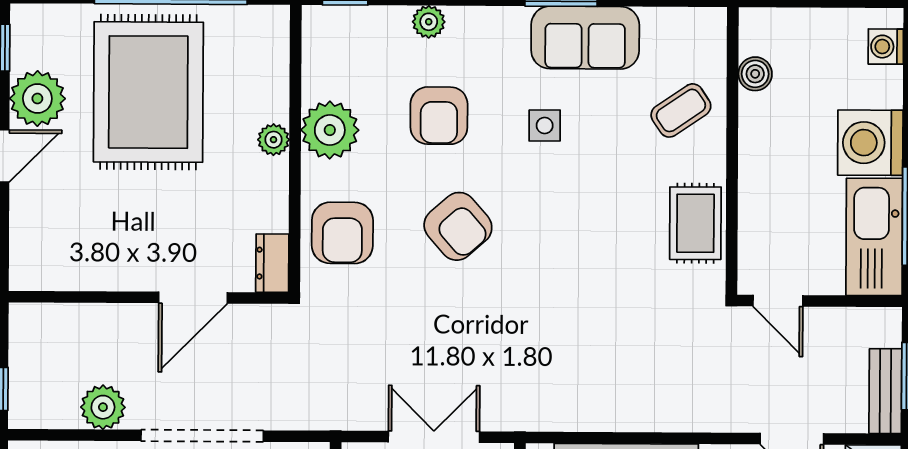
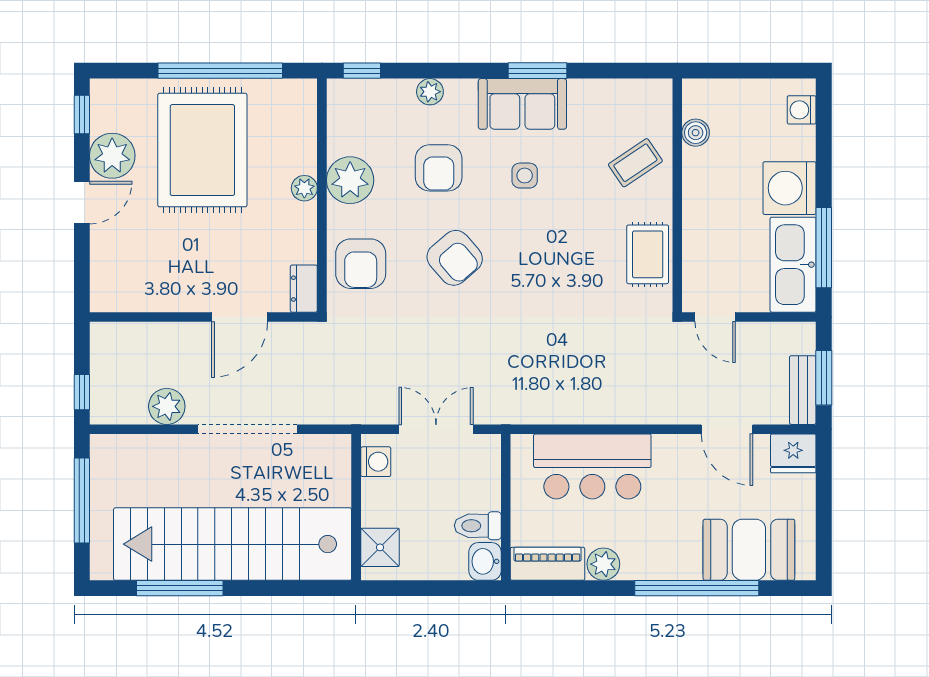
sofa: (585, 38) -> (522, 104), moved

